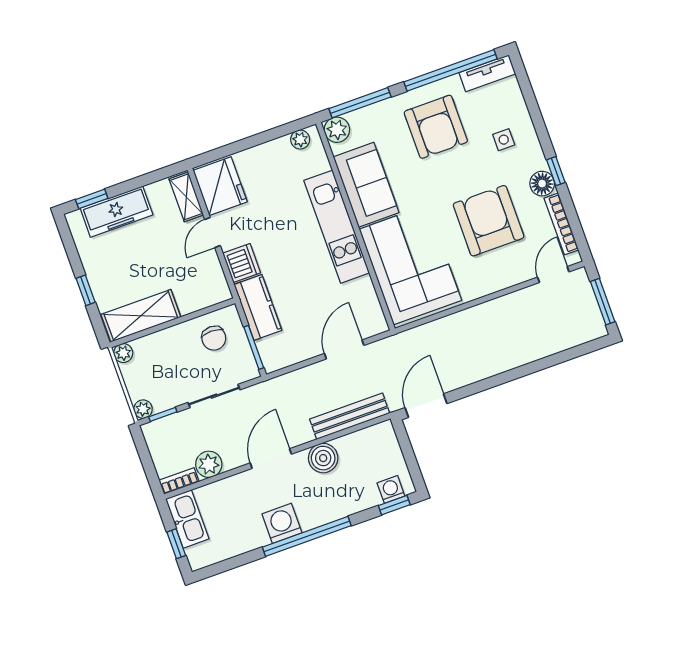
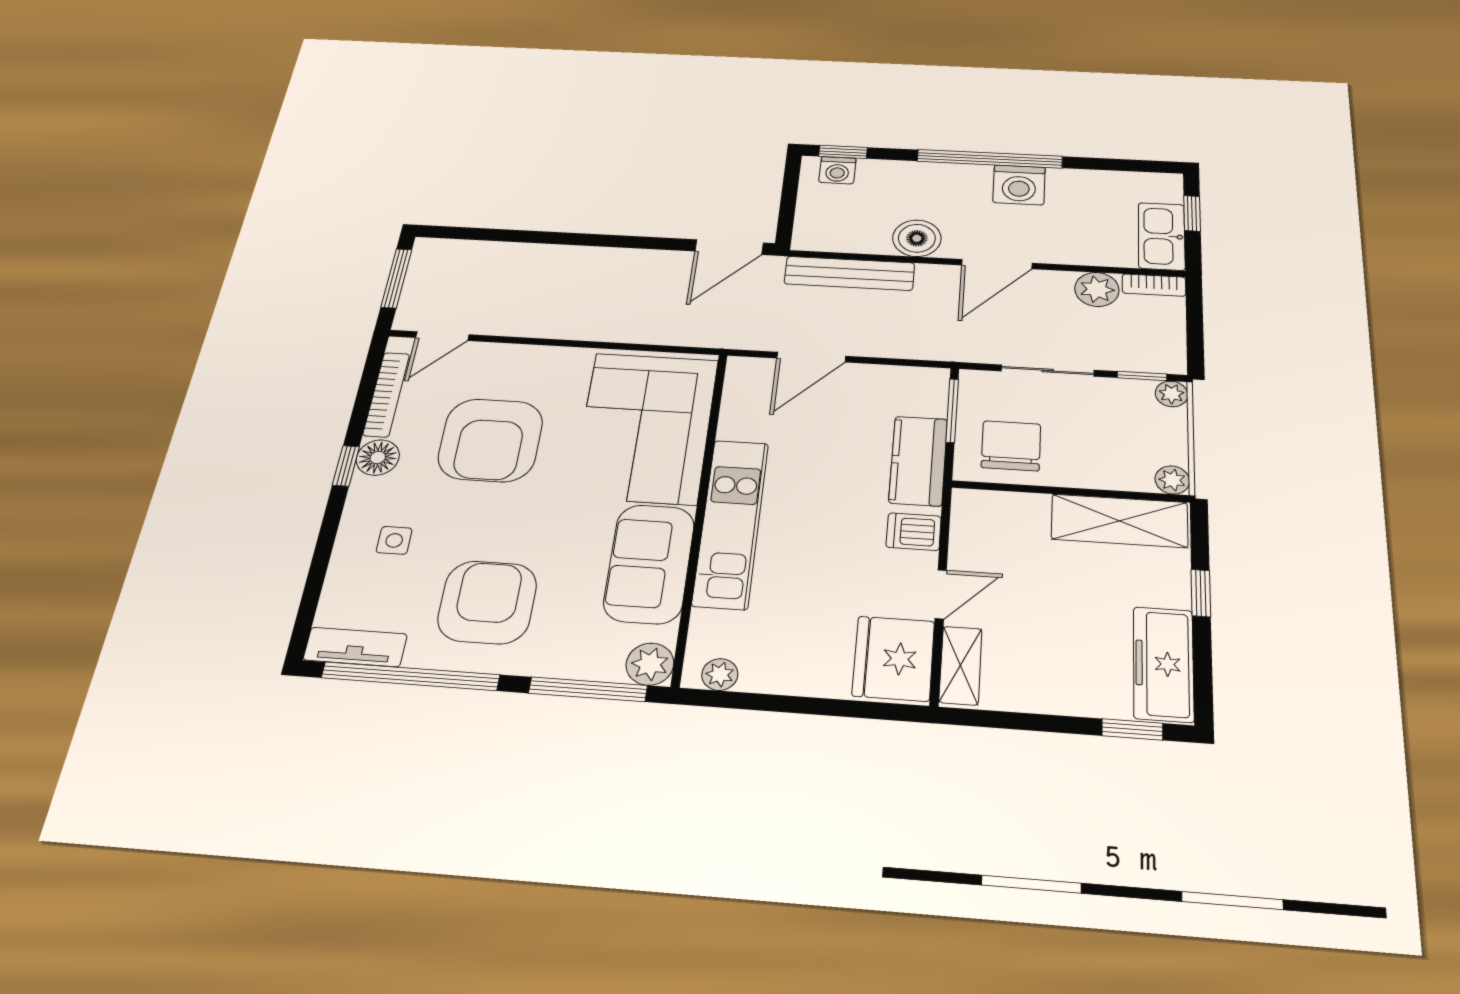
freezer: (117, 212) -> (1163, 664), moved, turned -90
dishwasher: (242, 263) -> (914, 532), width x0.73
chair: (214, 338) -> (1011, 446), width x1.37, depth x1.37

